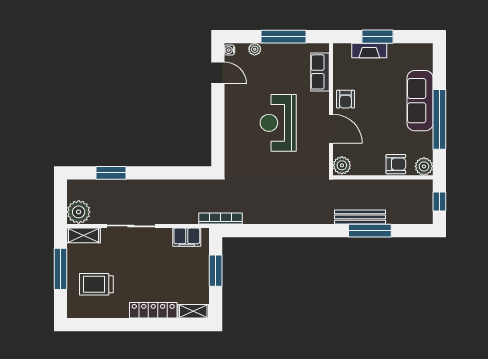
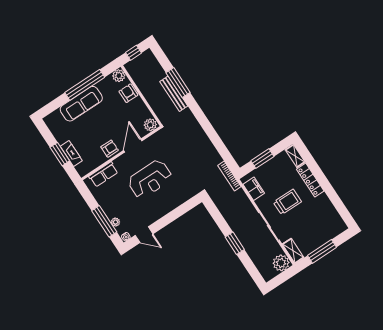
window: (283, 37) -> (104, 221), moved
door: (218, 73) -> (144, 235), swing flipped
window: (111, 173) -> (235, 243), moved
trolley: (96, 284) -> (287, 202), moved, turned -90

